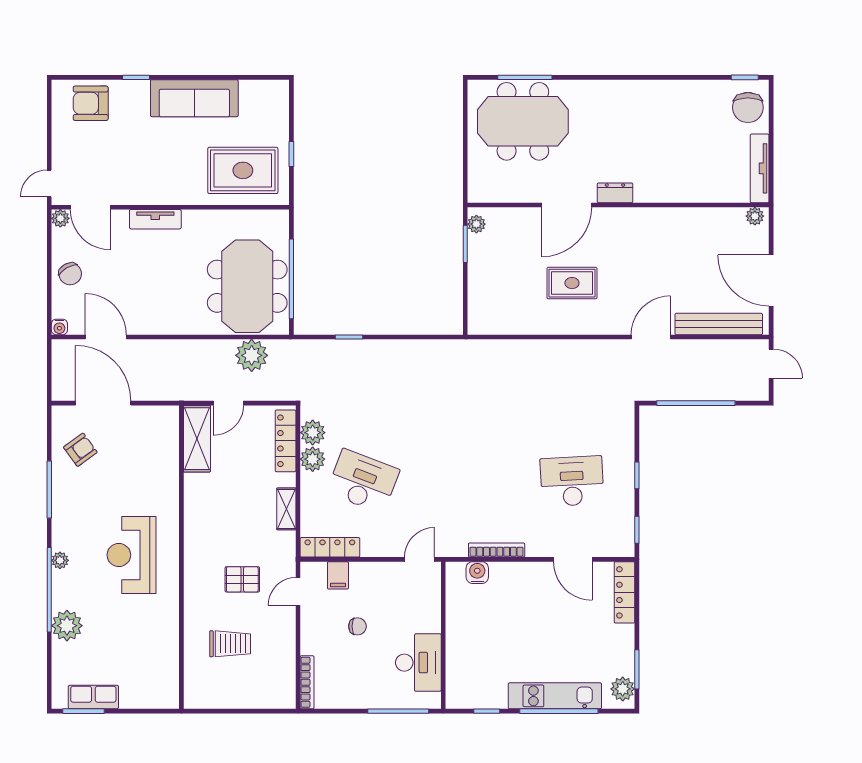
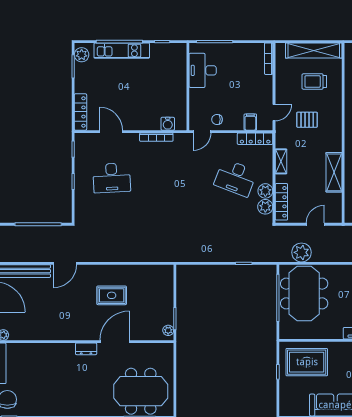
shelving: (197, 439) -> (334, 172), moved
chair: (357, 626) -> (217, 119), moved
shelving: (231, 696) -> (314, 51), added

